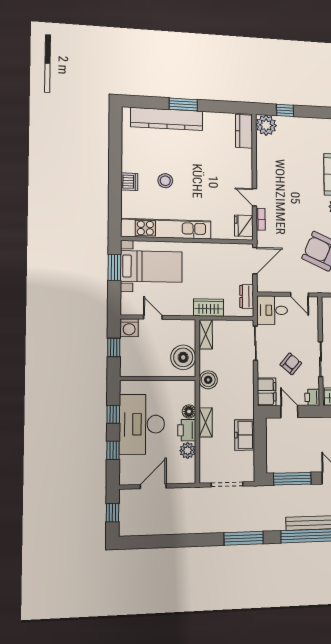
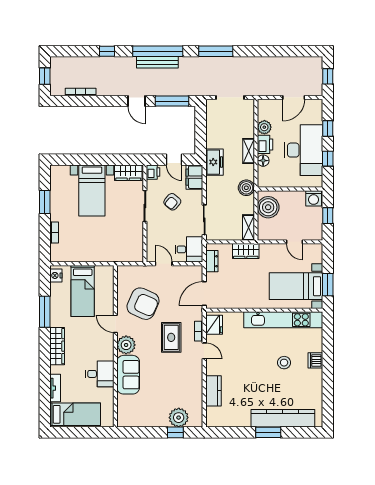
plant: (266, 125) -> (179, 418), moved
kitchen counter: (244, 131) -> (213, 391), moved
rug: (291, 213) -> (171, 337), added
washing machine: (129, 328) -> (314, 198), moved, turned 180
freezer: (245, 435) -> (214, 162), moved

